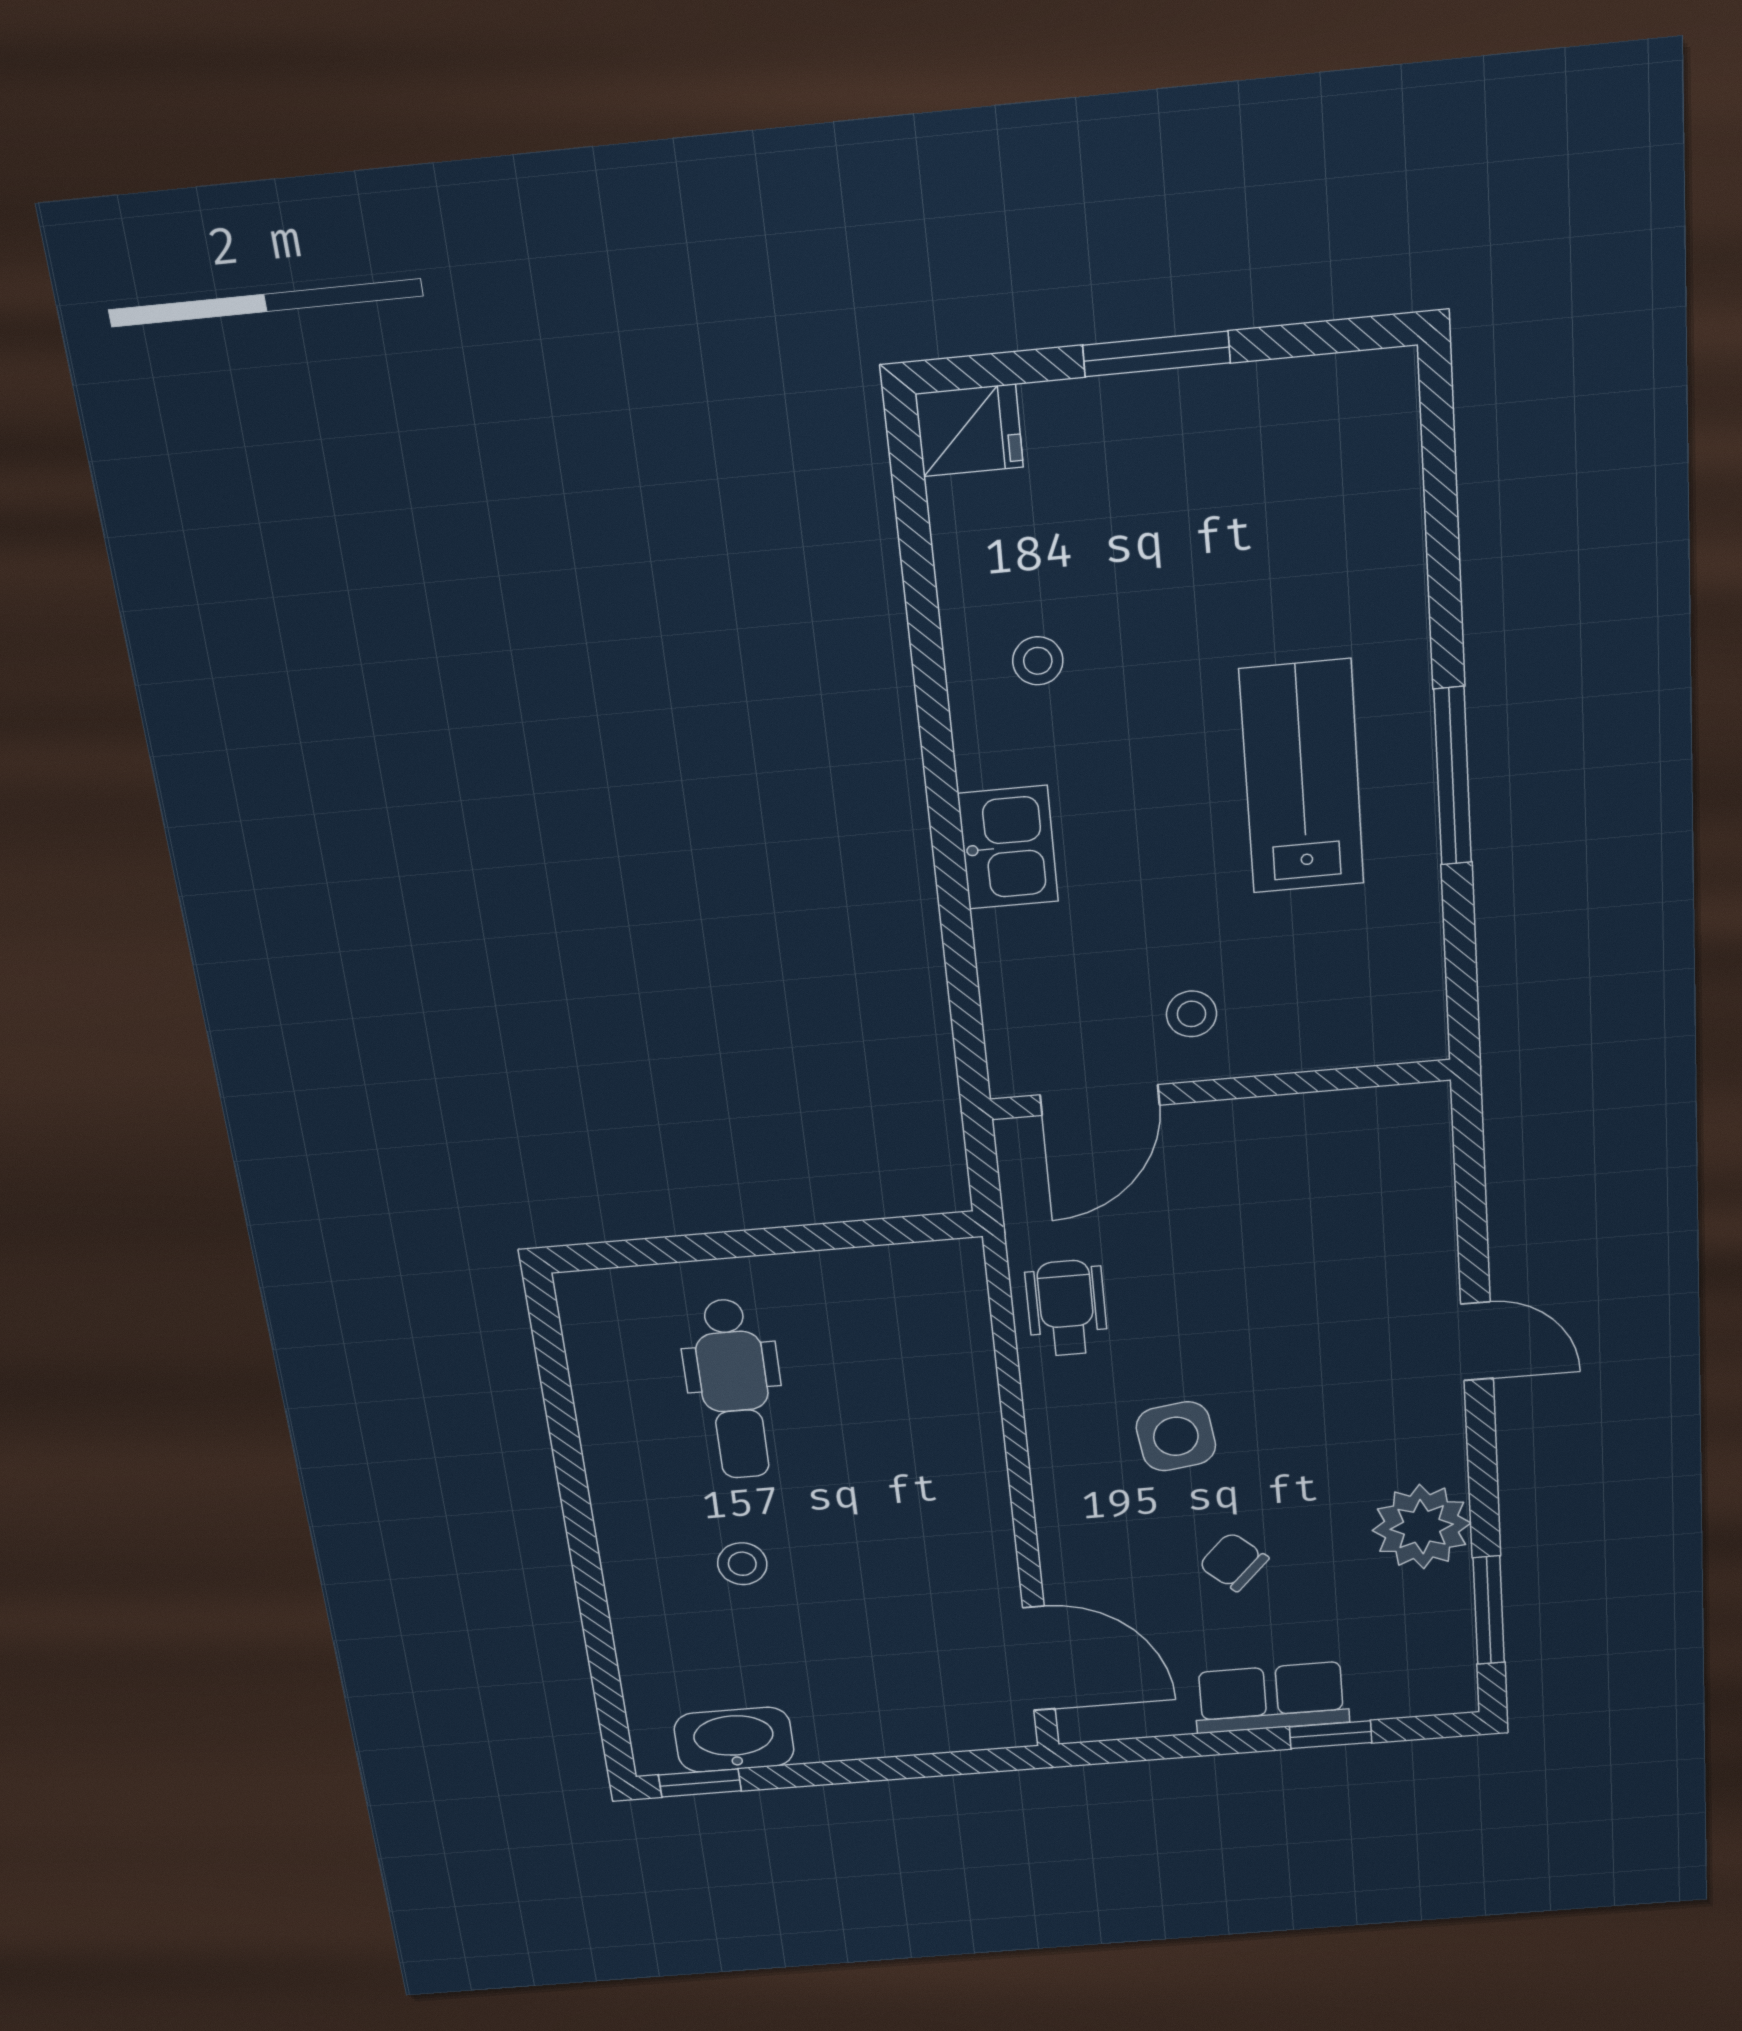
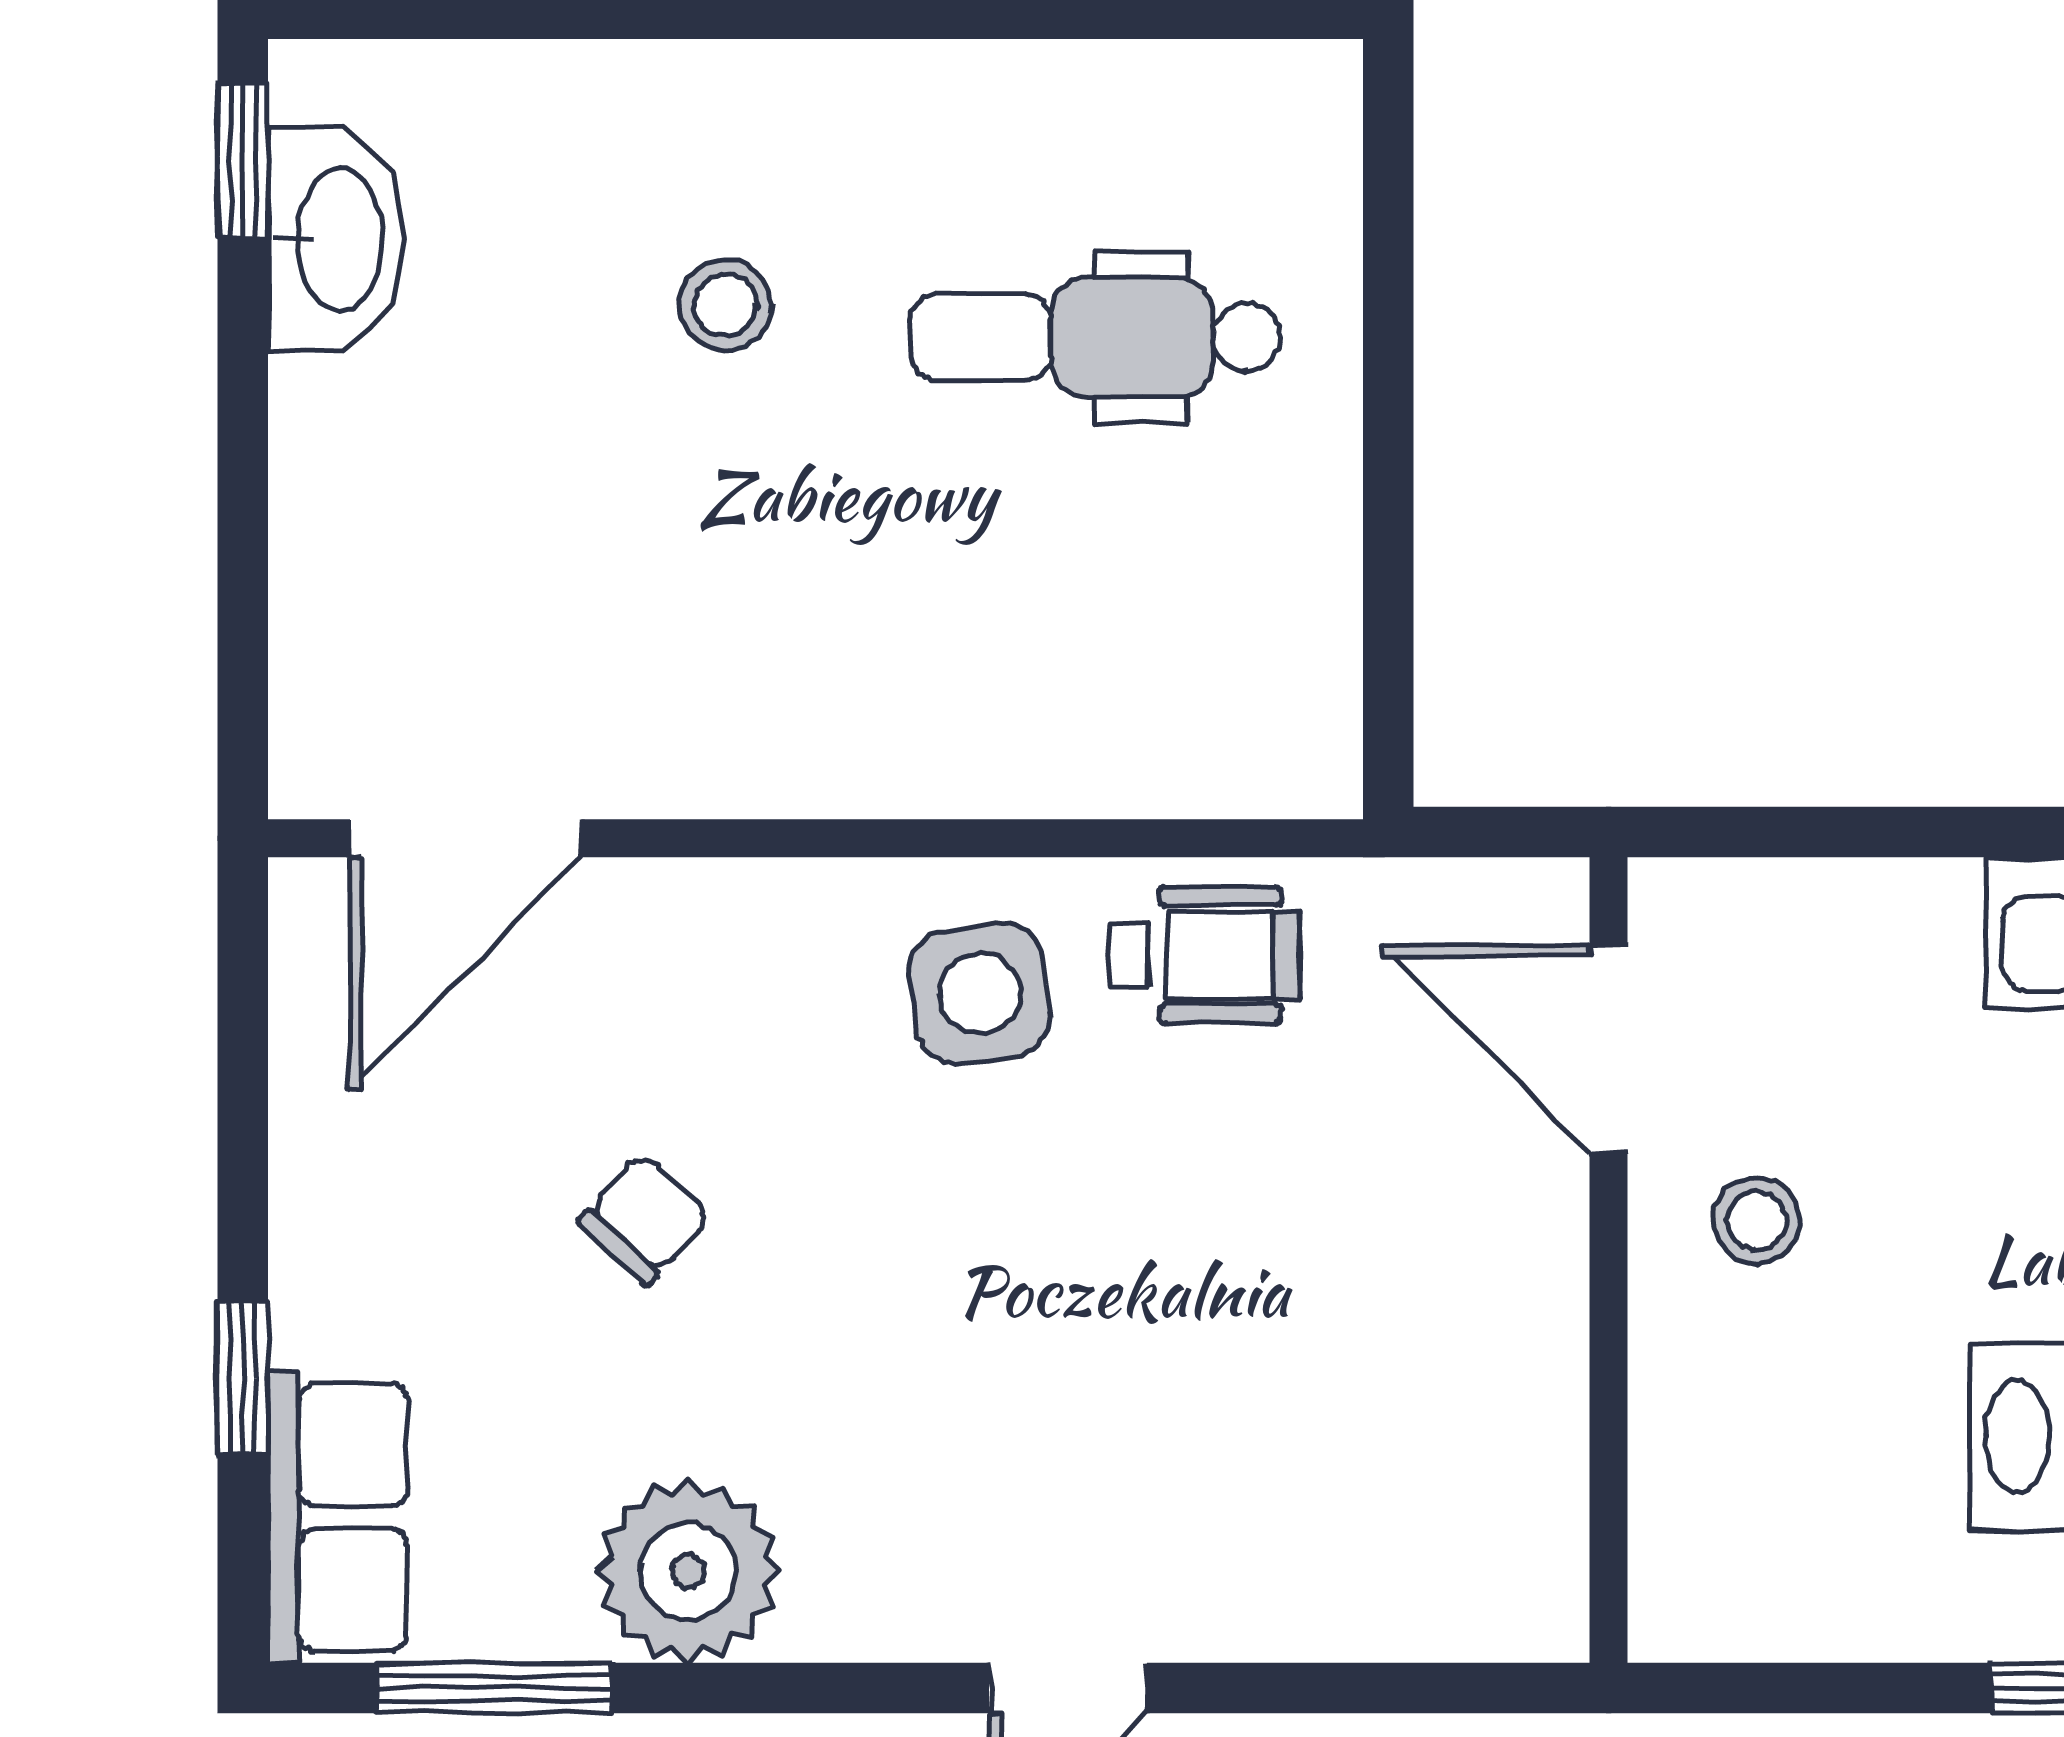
side table: (1176, 1436) -> (980, 993), moved
row of seats: (1271, 1698) -> (337, 1517), moved

